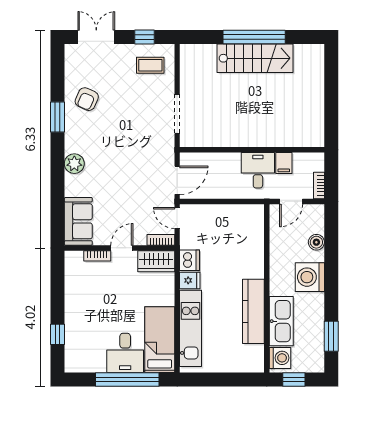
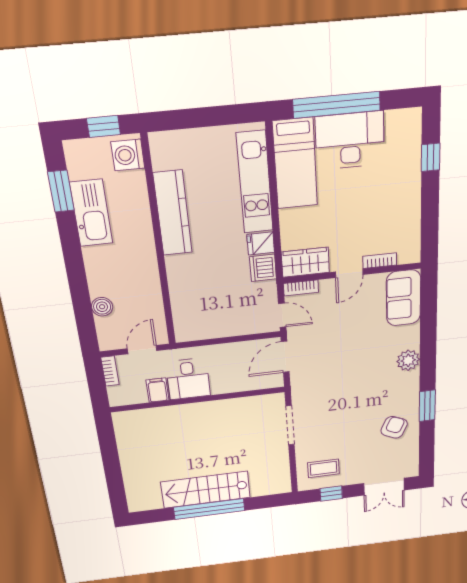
washing machine: (310, 277) -> (104, 264), removed
kitchen sink: (281, 321) -> (91, 213), moved, turned 180
desk: (125, 353) -> (350, 140), width x1.37

